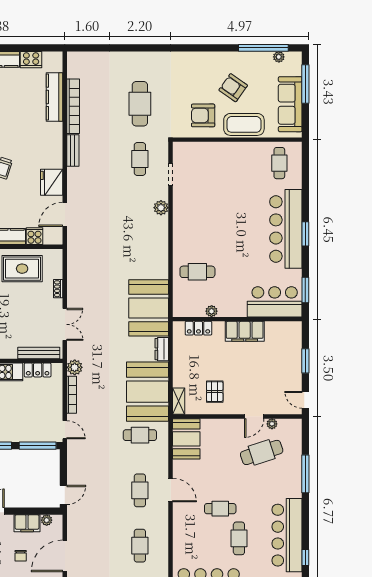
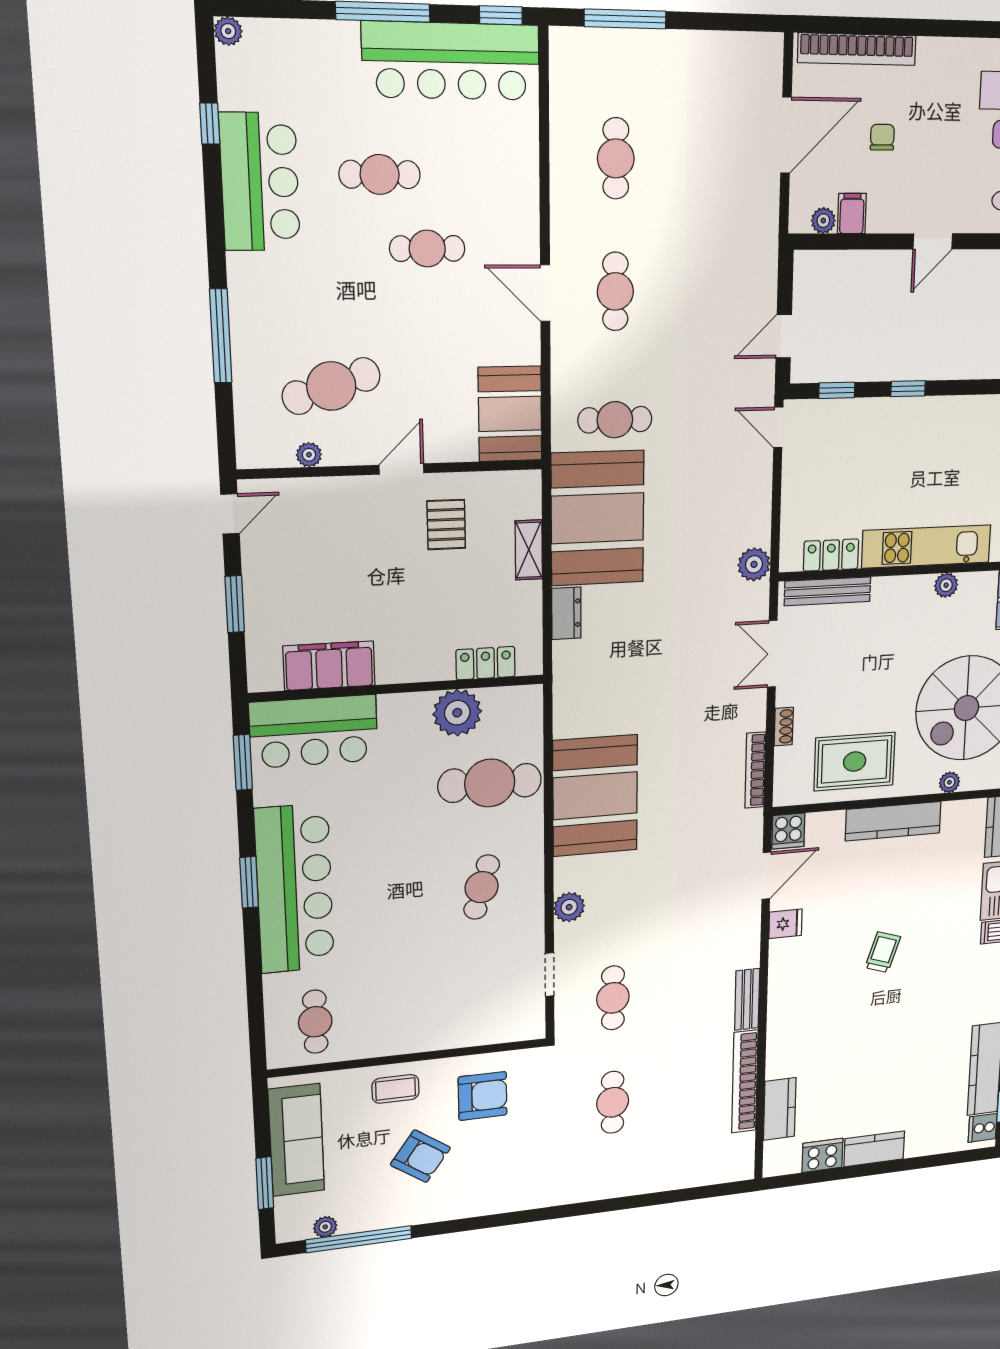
window: (305, 84) -> (265, 1183), width x0.69
kitchen counter: (55, 97) -> (780, 1109), width x0.67
cafe table: (140, 104) -> (613, 1102), width x0.73, depth x0.74
coffee table: (244, 124) -> (395, 1089), width x0.54, depth x0.58
fridge: (52, 182) -> (785, 924), width x0.53, depth x0.75
cafe table: (202, 222) -> (482, 887), added
cooker: (34, 236) -> (788, 831), moved
cafe table: (197, 272) -> (490, 783), width x1.37, depth x1.35
booth: (149, 308) -> (595, 796), moved
plant: (212, 311) -> (457, 713), width x1.87, depth x1.87
filing cabinet: (245, 331) -> (329, 666), moved
bookcase: (72, 395) -> (755, 770), moved
door: (305, 400) -> (230, 514), hinge flipped
shelving: (179, 401) -> (529, 550), moved
door: (254, 416) -> (401, 469), moved
window: (38, 446) -> (837, 390), width x0.46
door: (63, 495) -> (784, 336), moved
filing cabinet: (27, 523) -> (852, 214), width x0.50
bar counter: (287, 535) -> (260, 182), width x0.73
cafe table: (239, 538) -> (380, 174), turned 90

